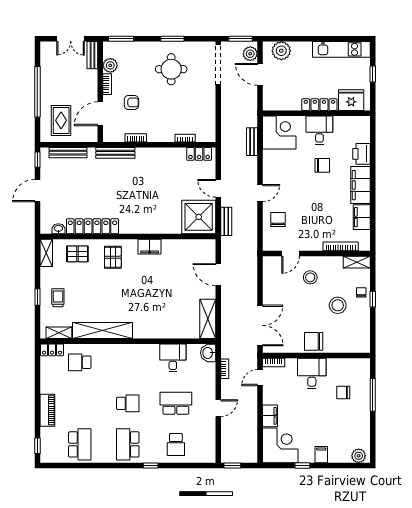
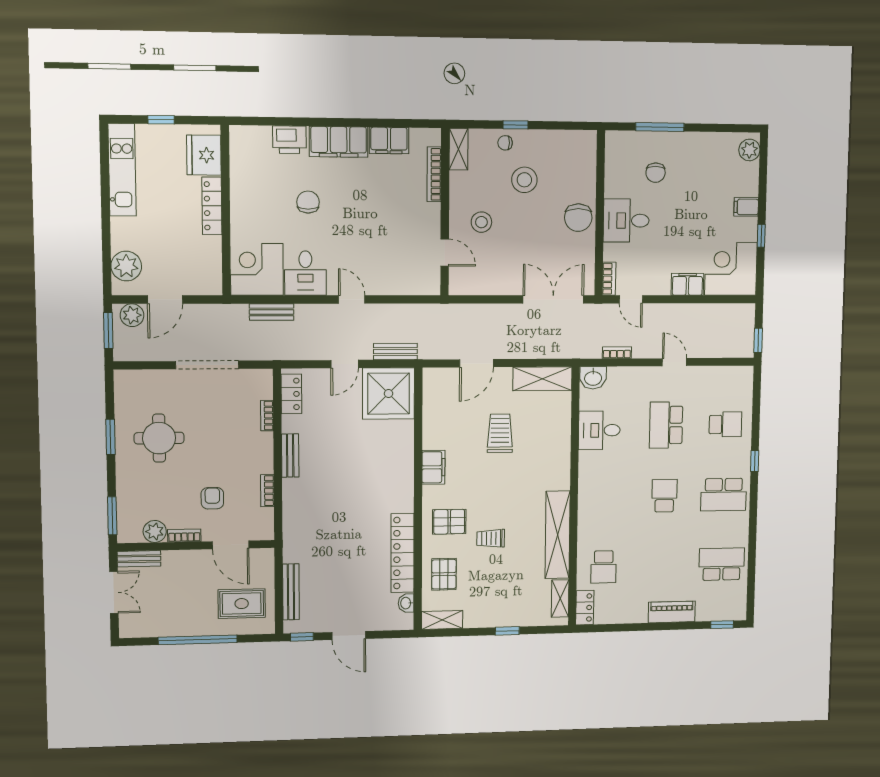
doorway: (218, 65) -> (207, 365), moved
desk: (319, 130) -> (305, 273), moved, turned -90
bench: (115, 153) -> (290, 456), moved, width x0.73
chair: (278, 220) -> (393, 272), removed
trolley: (172, 291) -> (500, 433), added
trolley: (58, 298) -> (491, 538), moved

